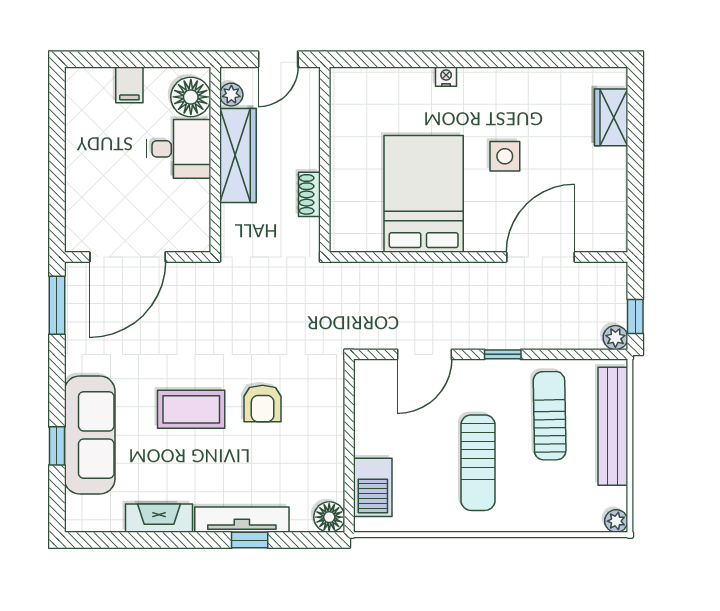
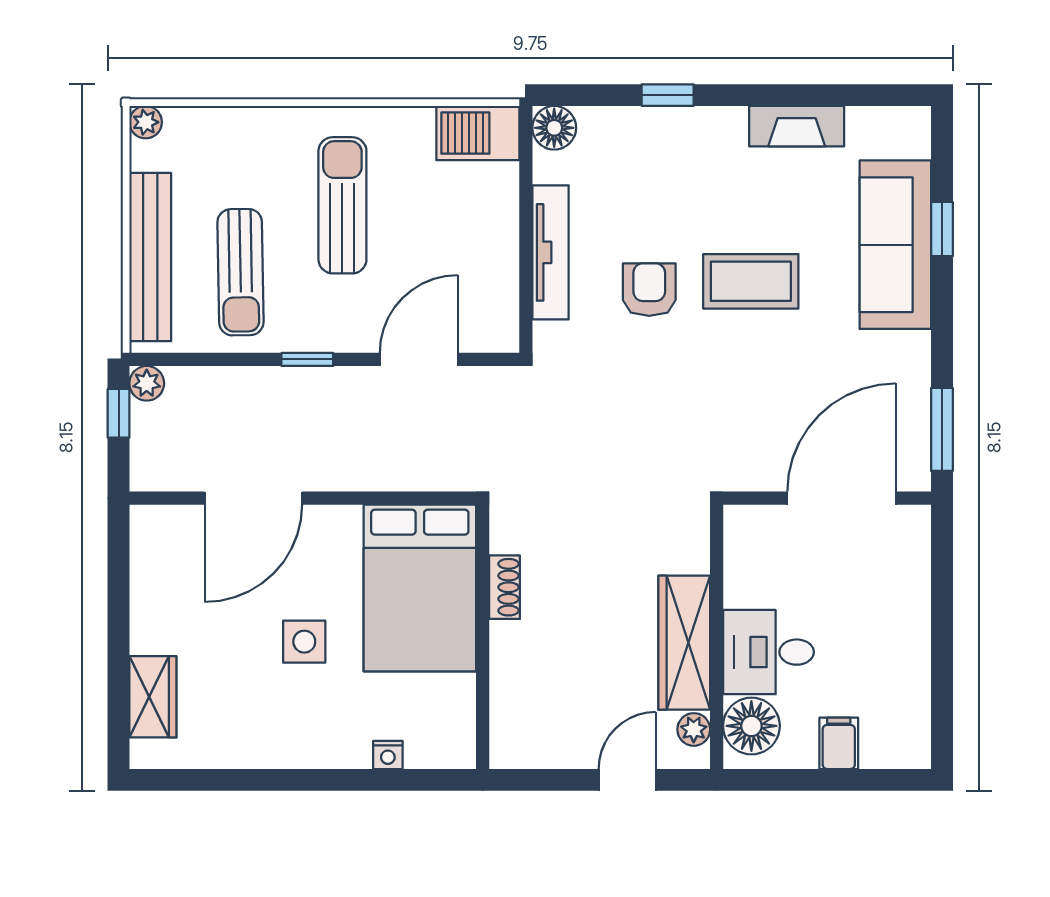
wall: (325, 160) -> (483, 637), moved
shoe rack: (309, 194) -> (504, 587), moved
barbecue: (373, 487) -> (478, 133), moved, turned -90
tv unit: (242, 520) -> (551, 252), moved, turned -90

